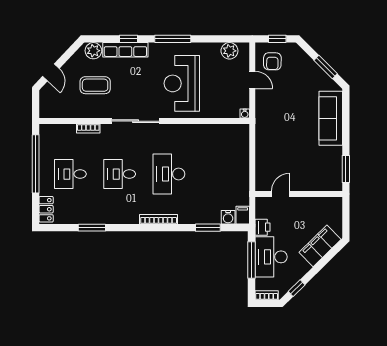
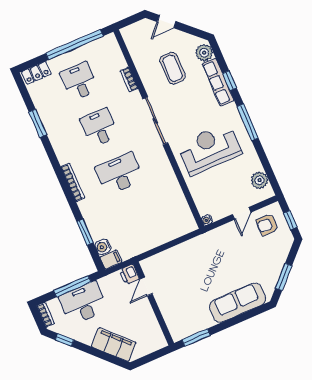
door: (281, 194) -> (146, 286), swing flipped
printer: (263, 227) -> (129, 274), moved, turned 90

